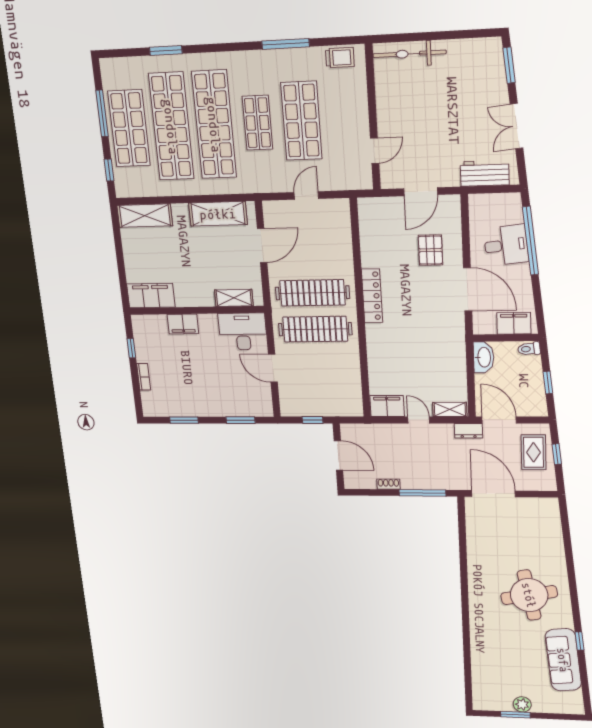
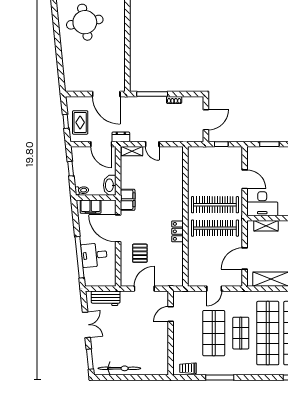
bicycle: (409, 54) -> (119, 368), moved
locker: (372, 296) -> (177, 231), width x0.66
filing cabinet: (387, 406) -> (128, 200), moved, turned -90
door: (338, 455) -> (206, 120), swing flipped

